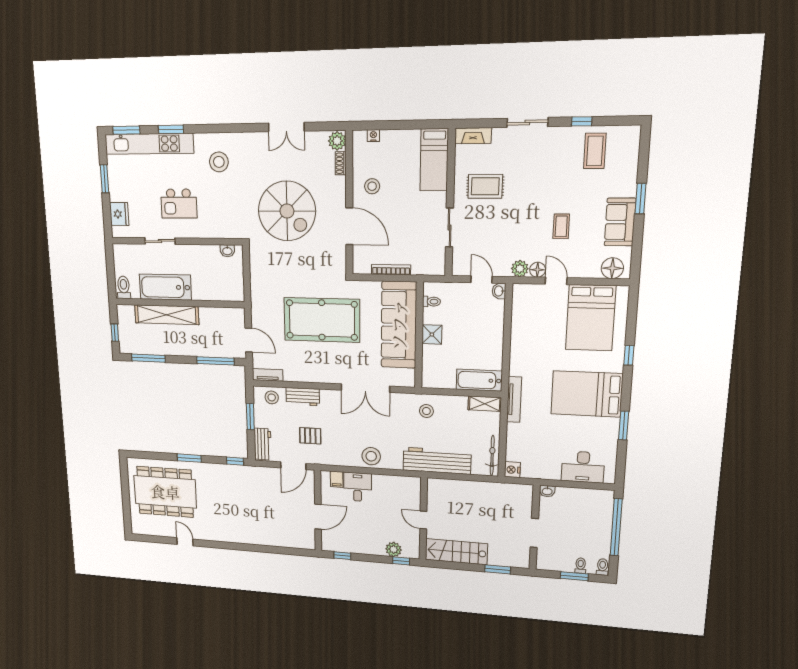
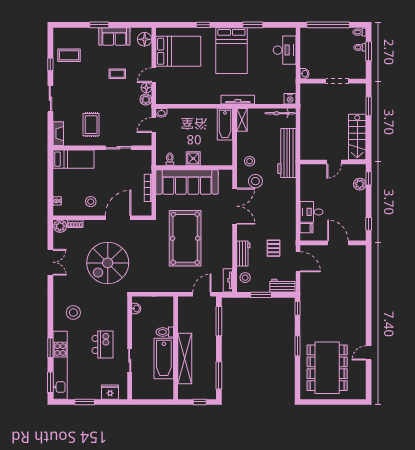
spiral stairs: (287, 211) -> (108, 263), turned 180
toilet: (124, 287) -> (165, 332), moved
stool: (371, 456) -> (255, 181), moved

